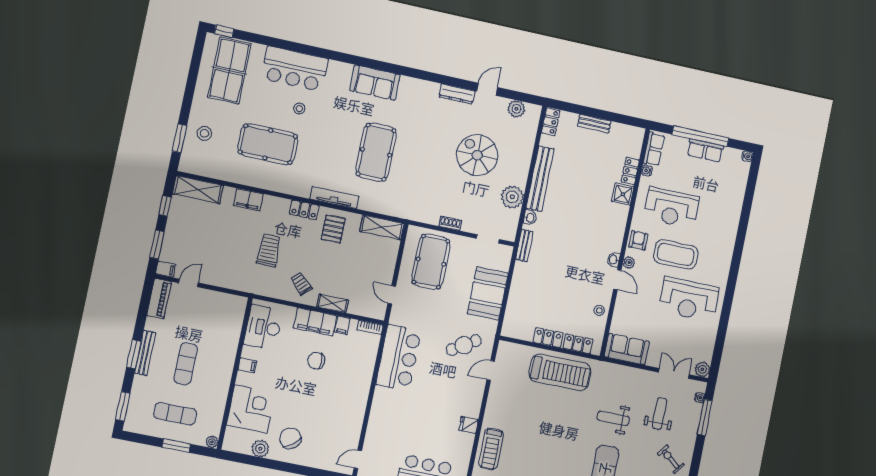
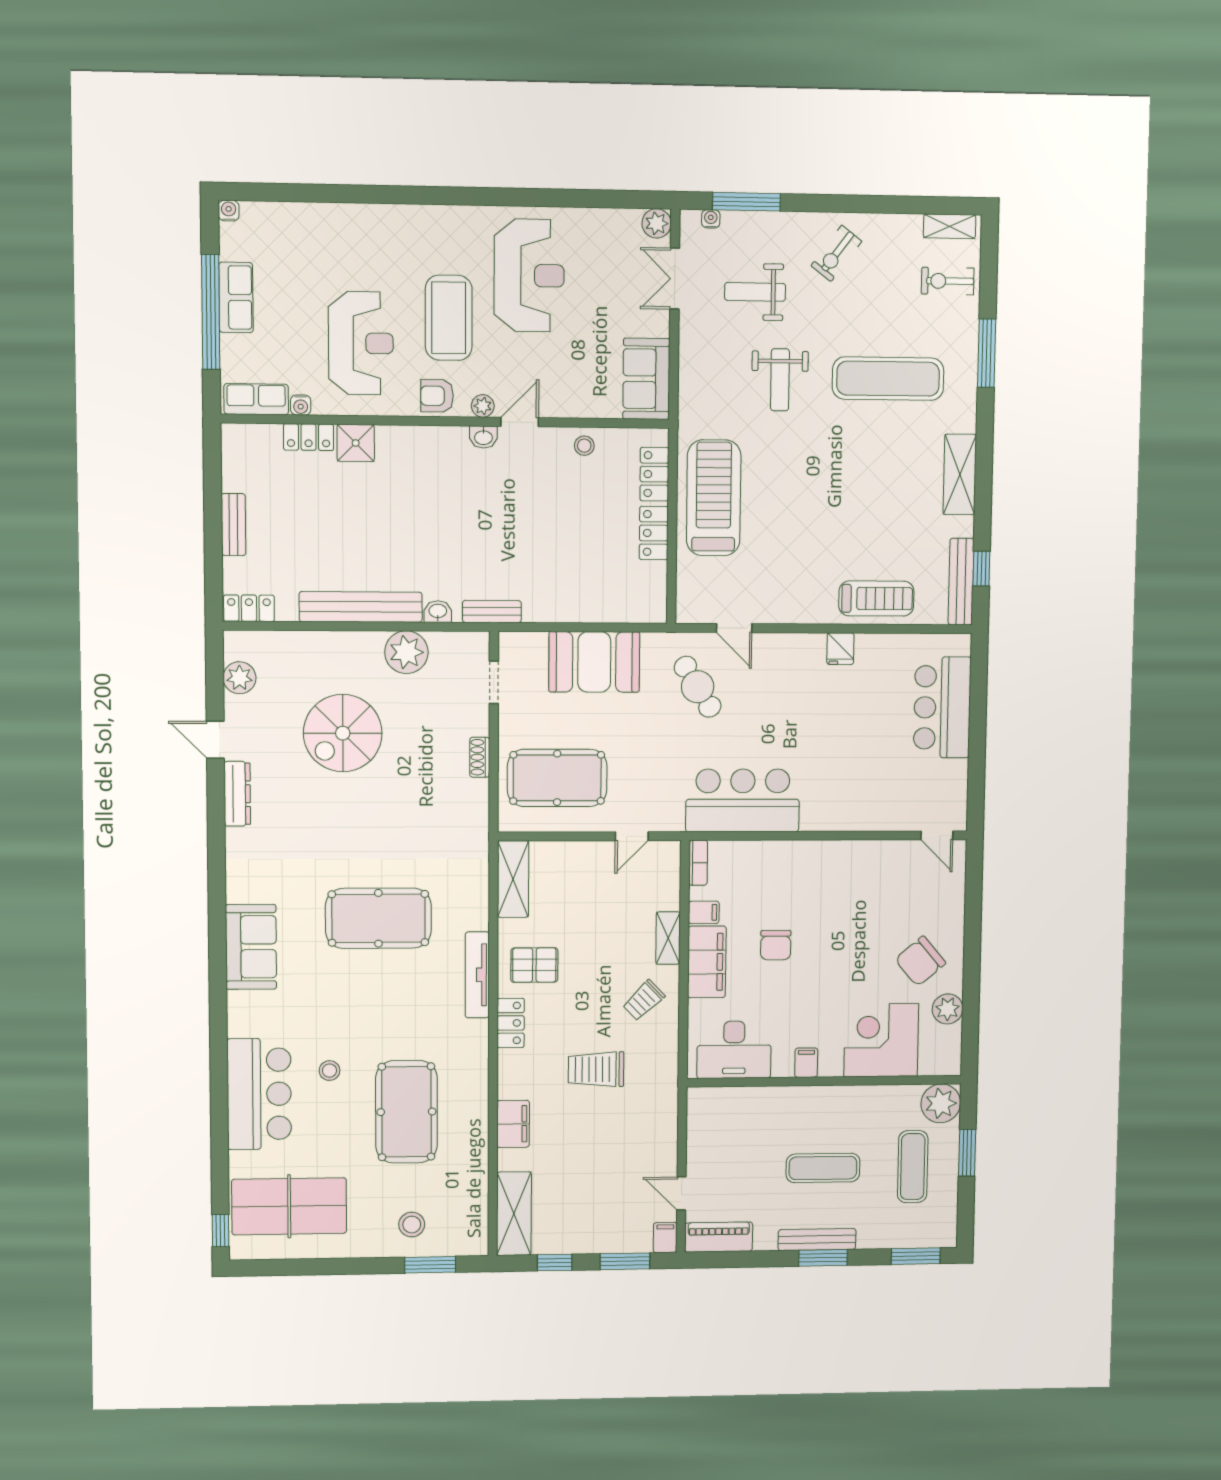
plant: (212, 442) -> (941, 1103), width x1.87, depth x1.87

